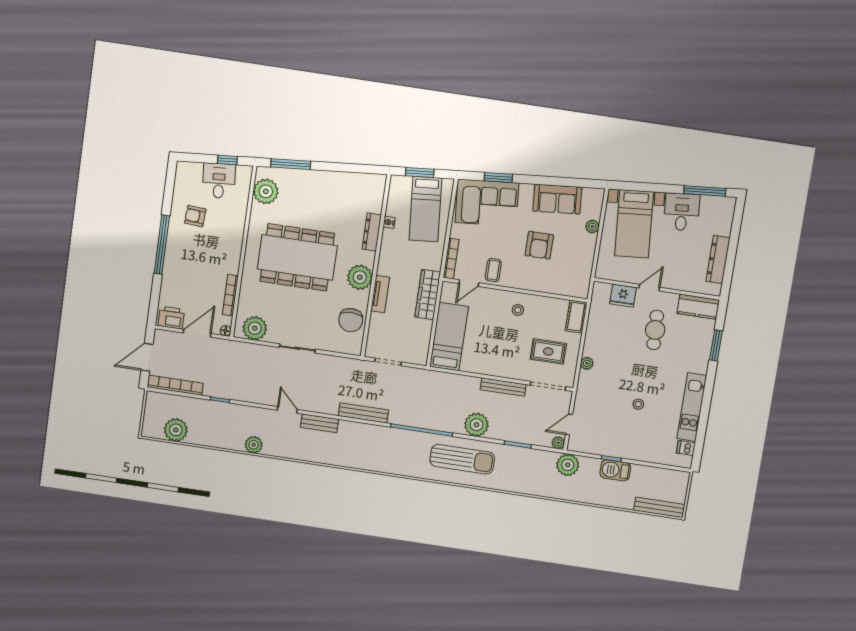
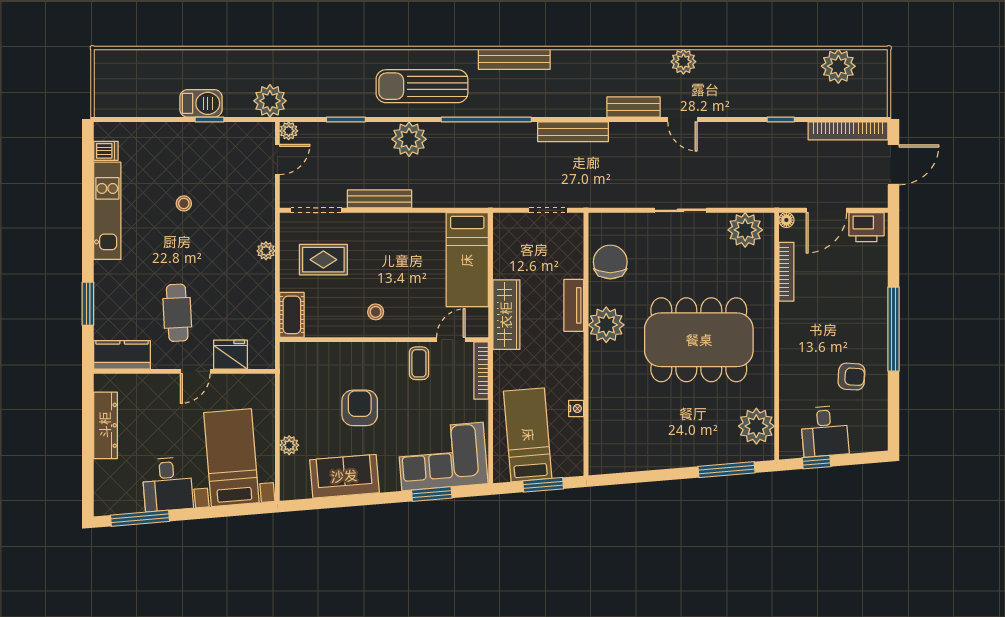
dresser: (372, 232) -> (599, 391), removed
plant: (254, 445) -> (683, 62), moved
bench: (659, 507) -> (514, 59), moved

